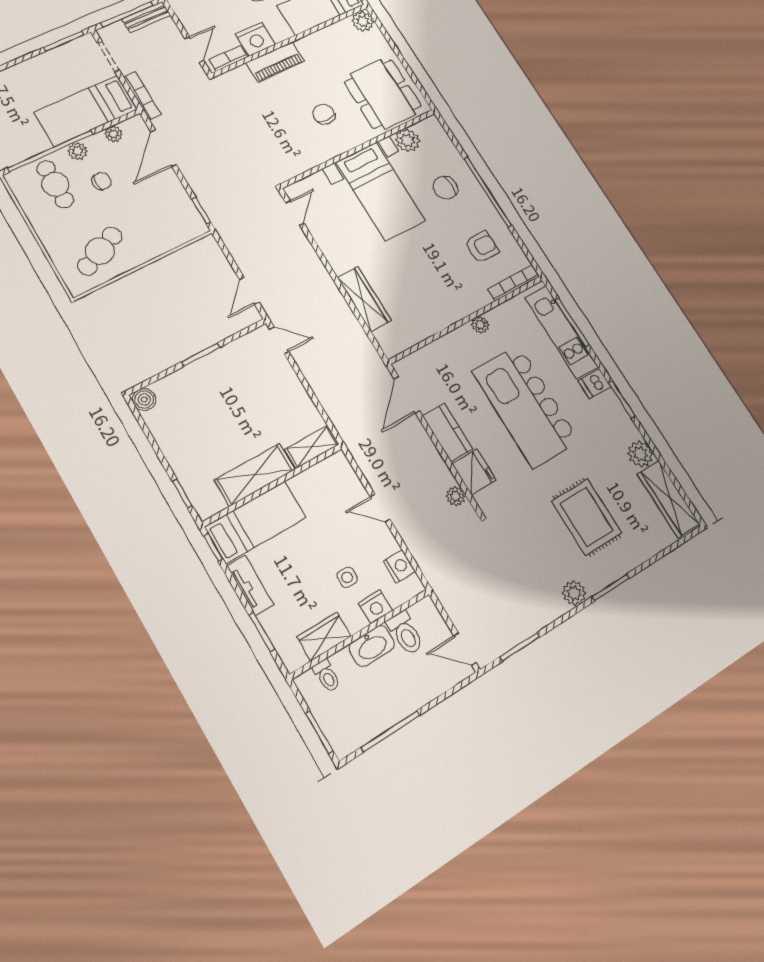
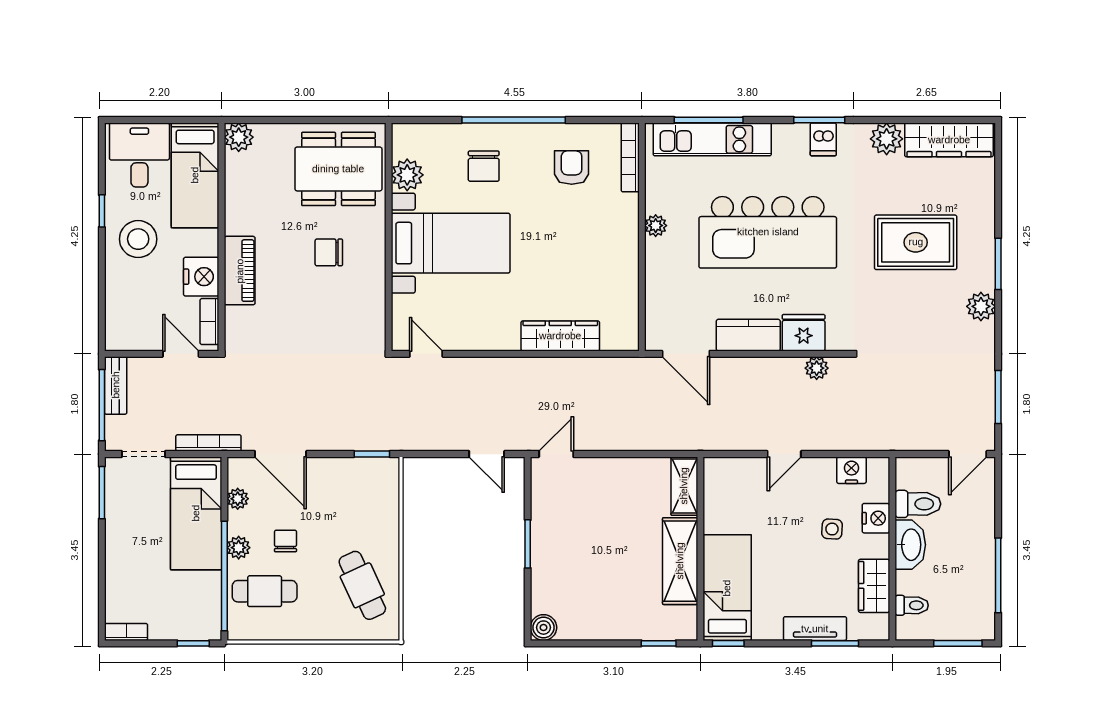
dishwasher: (594, 384) -> (823, 139), moved
tv unit: (250, 585) -> (815, 629), moved

